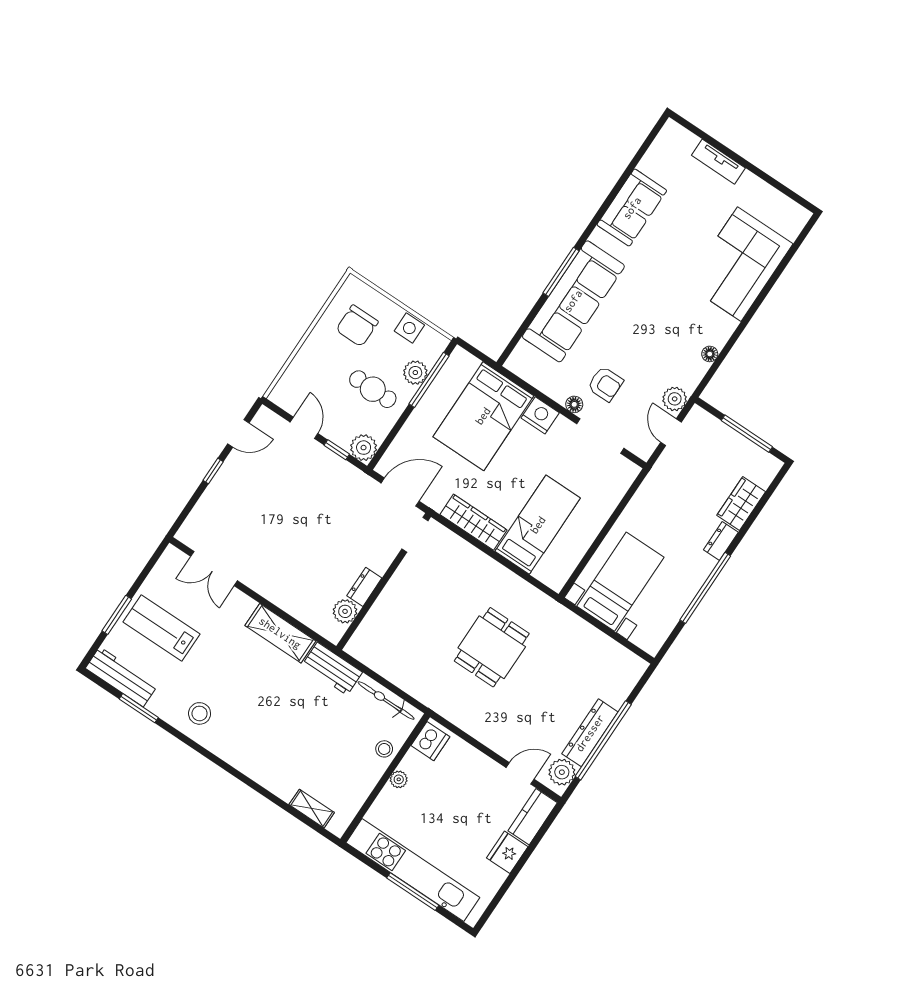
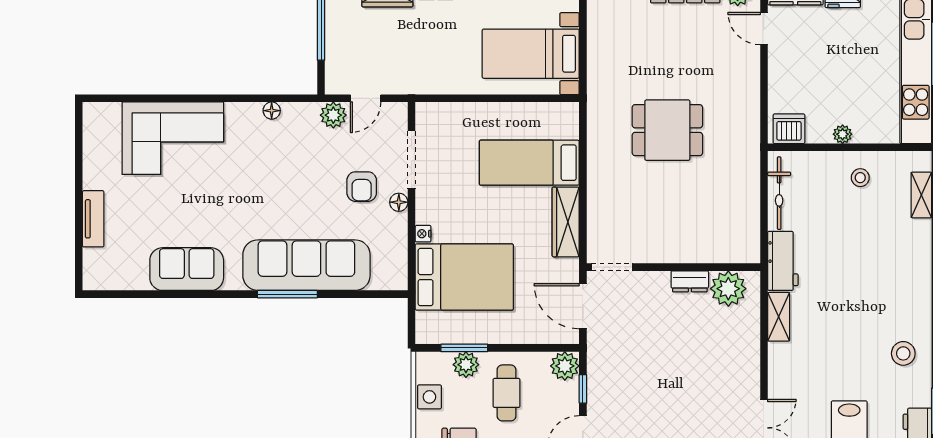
window: (429, 380) -> (464, 348), width x0.69
armchair: (605, 384) -> (362, 187), turned 180
nightstand: (540, 415) -> (423, 234), width x0.53, depth x0.56
plant: (345, 611) -> (728, 289), width x1.36, depth x1.36
shelving: (280, 633) -> (779, 317), width x0.67, depth x0.75
stool: (384, 749) -> (860, 178), moved

